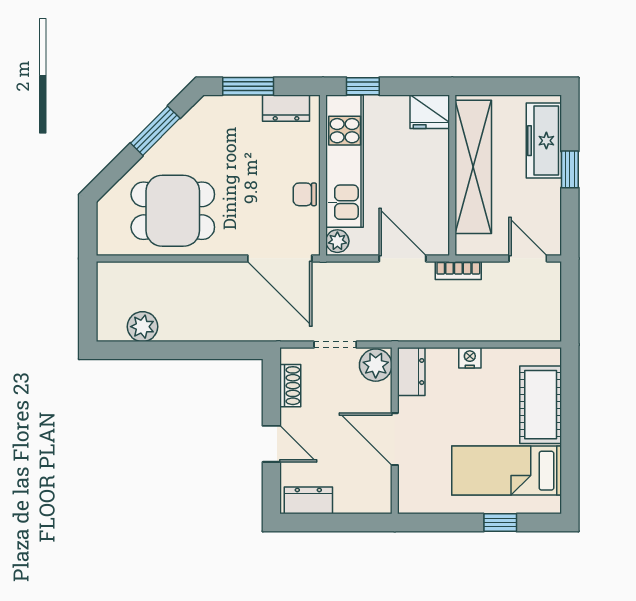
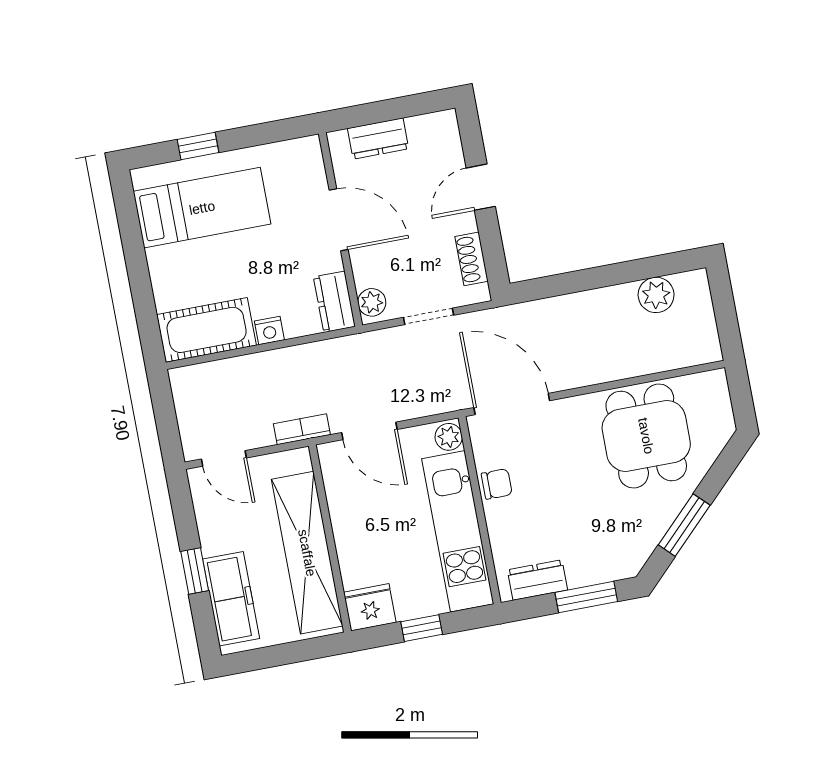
window: (363, 86) -> (422, 628), moved
dining table: (173, 211) -> (646, 436), turned 90
plant: (376, 365) -> (372, 302), width x0.73, depth x0.73
cot: (541, 405) -> (207, 330), moved, turned 90
door: (271, 444) -> (481, 187), hinge flipped
dresser: (308, 500) -> (378, 139), moved

